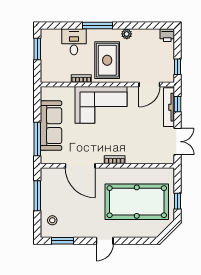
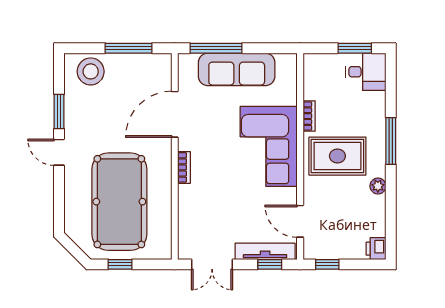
desk: (74, 42) -> (366, 72), moved
stool: (52, 220) -> (91, 71), width x1.89, depth x1.89
window: (63, 241) -> (59, 111), moved

